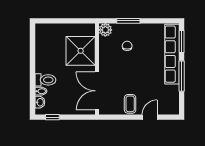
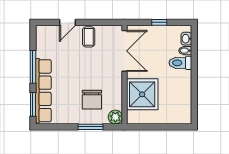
chair: (127, 46) -> (92, 100), width x1.87, depth x1.87
window: (52, 117) -> (159, 22), moved

